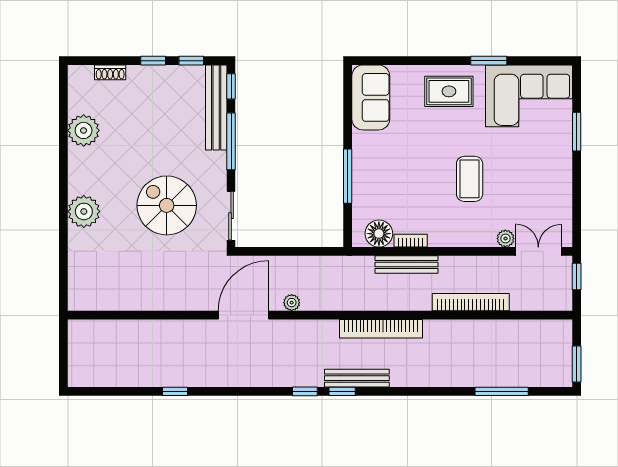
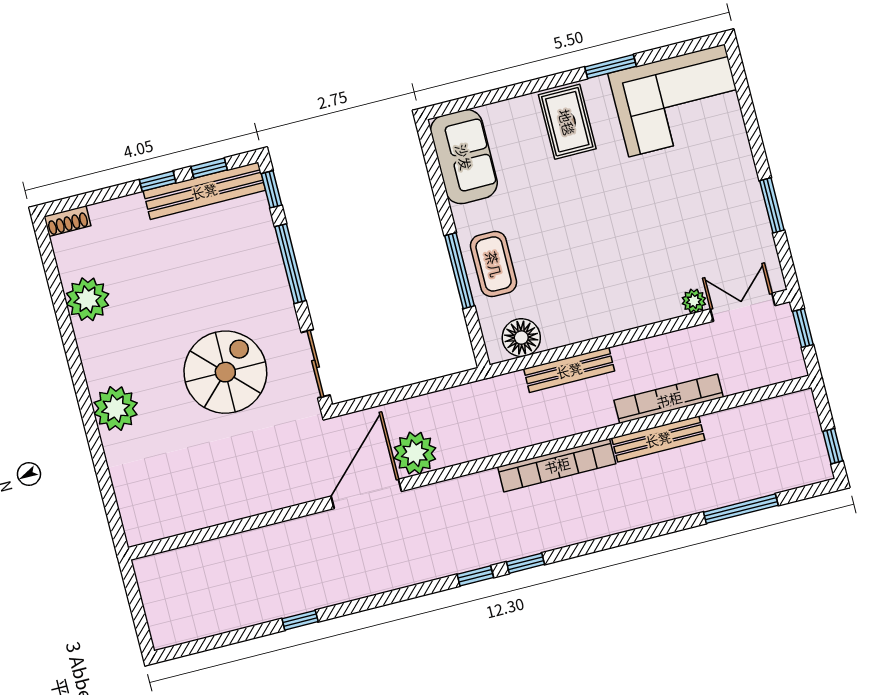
shoe rack: (110, 72) -> (67, 221), moved
rug: (449, 91) -> (567, 122), turned 90
bench: (216, 107) -> (204, 191), moved, turned 90
window: (577, 132) -> (772, 205), moved
coffee table: (470, 179) -> (494, 264), moved
spiral stairs: (167, 205) -> (225, 372), turned 90
bookcase: (411, 241) -> (567, 336), removed
plant: (292, 303) -> (415, 453), width x1.87, depth x1.87
window: (577, 364) -> (833, 446), width x0.67
bench: (357, 378) -> (658, 439), moved

